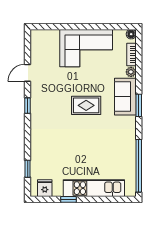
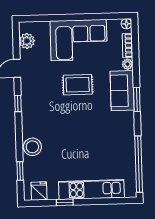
plant: (38, 47) -> (27, 41), added
rug: (86, 105) -> (78, 85), moved
stool: (40, 147) -> (32, 147), added

